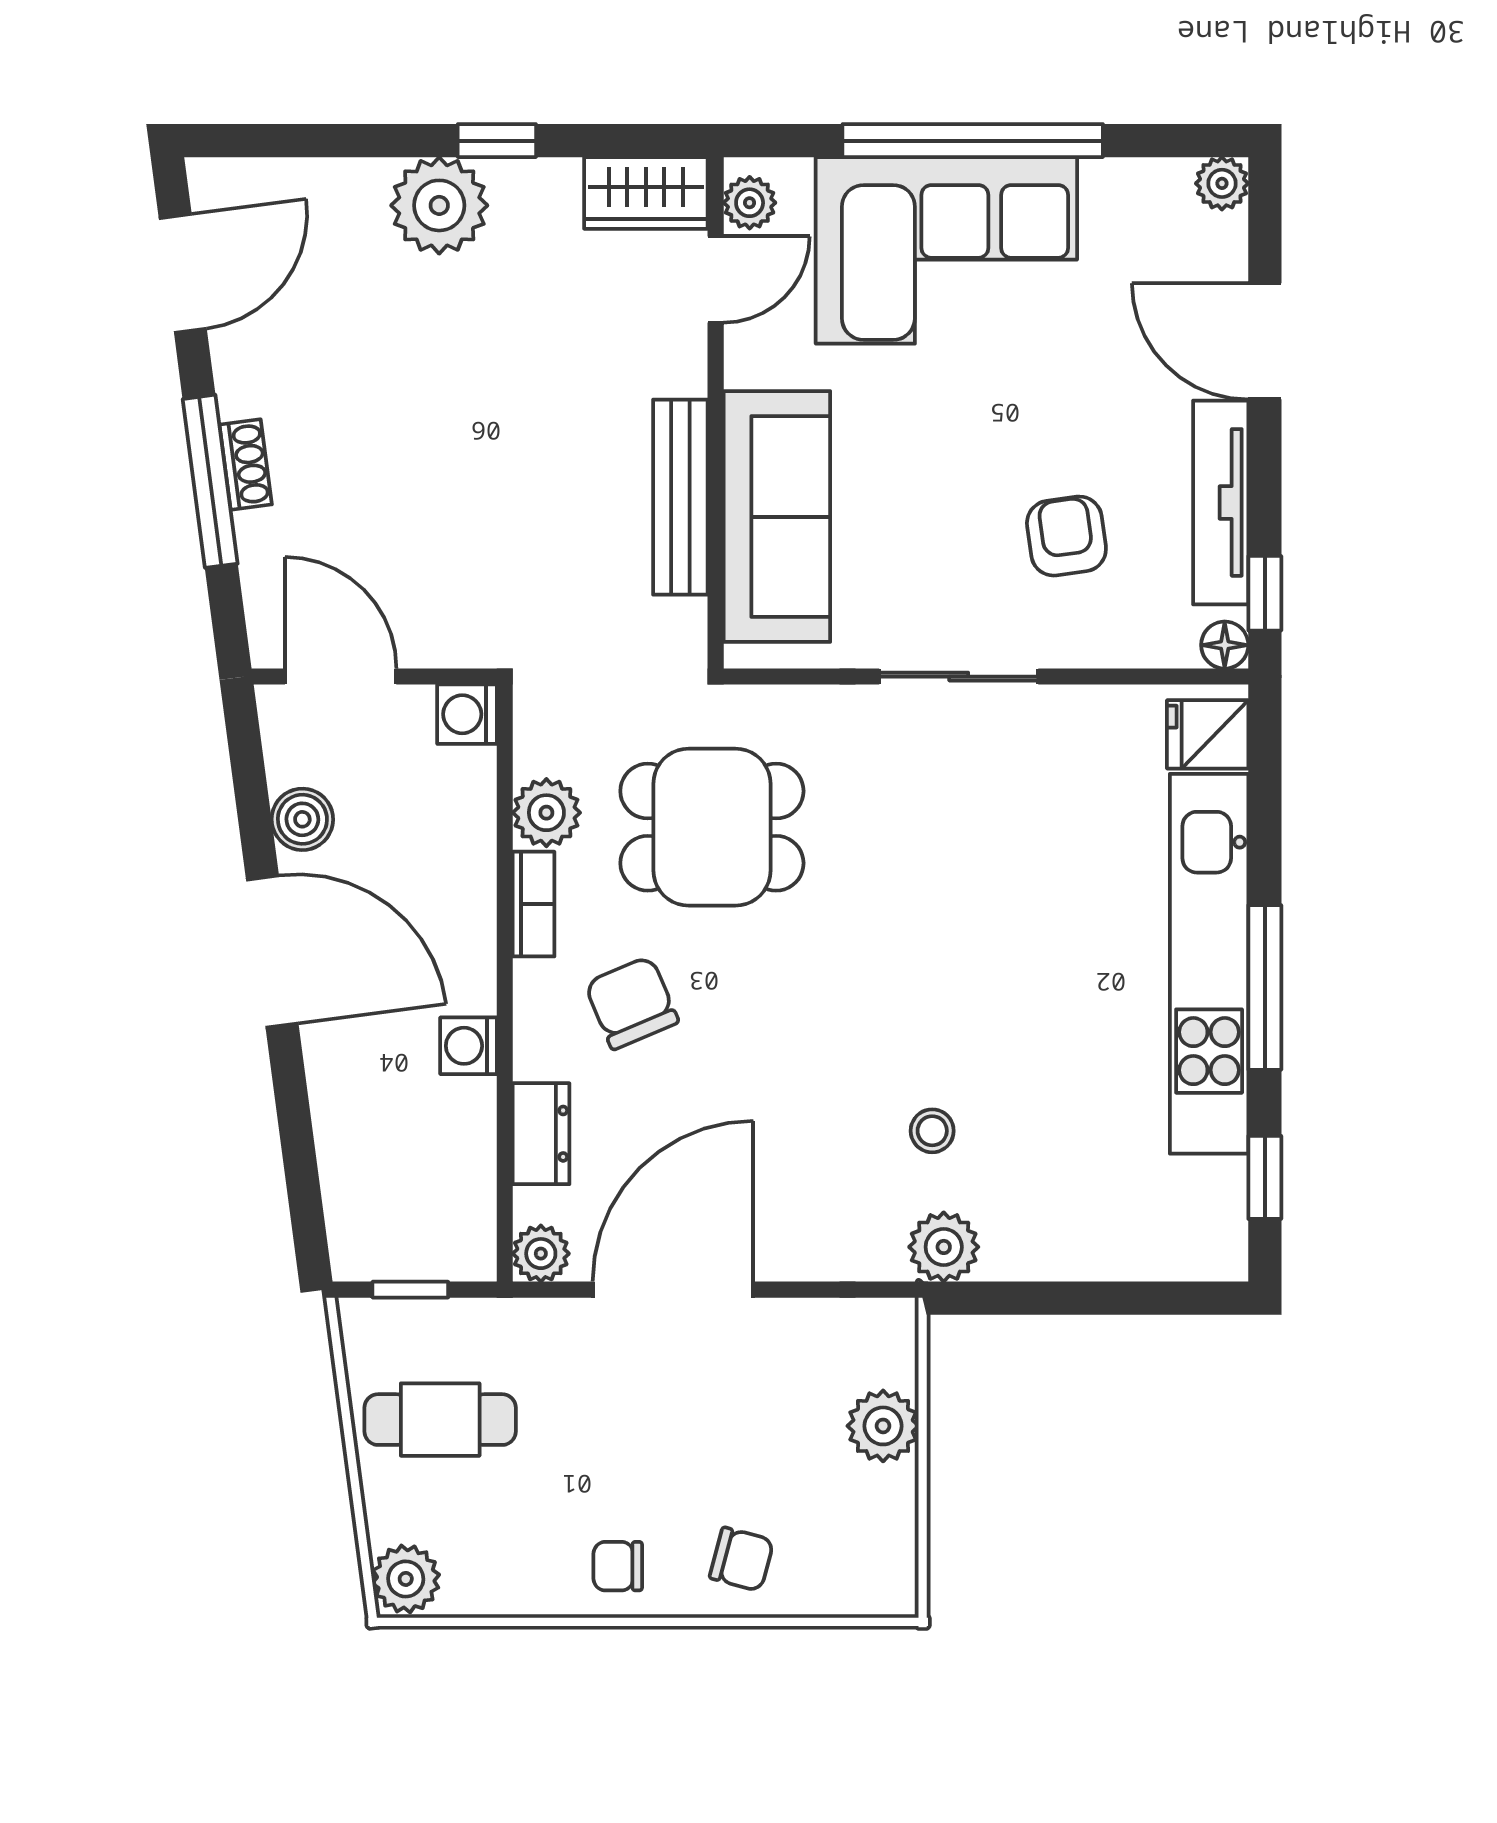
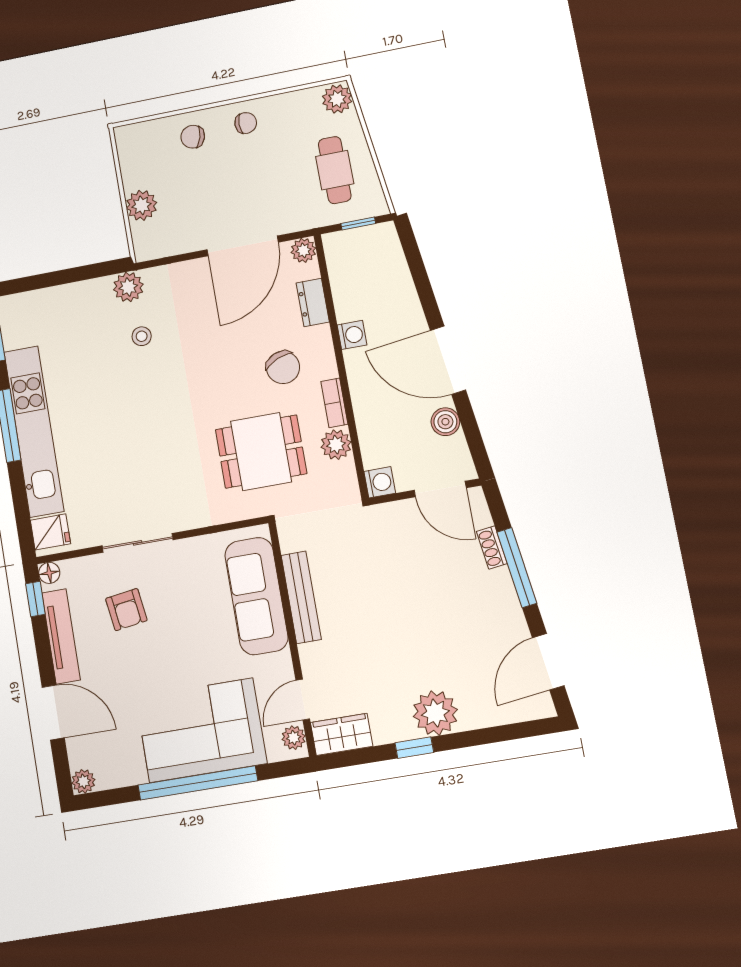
shoe rack: (246, 465) -> (492, 548), moved
sliding door: (959, 677) -> (138, 543), moved
cafe table: (440, 1420) -> (335, 170), turned 90

